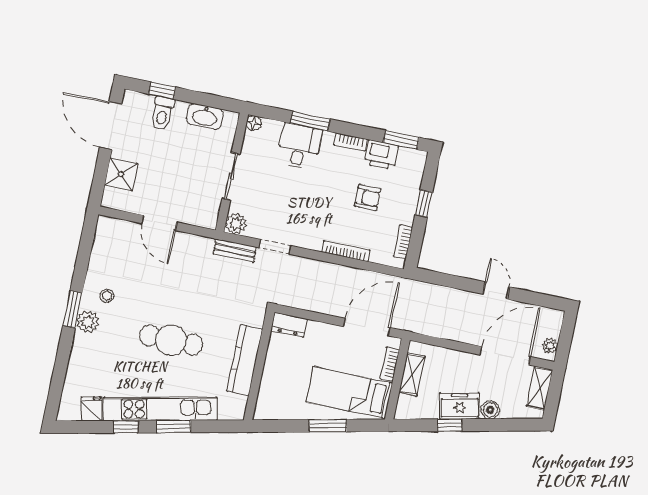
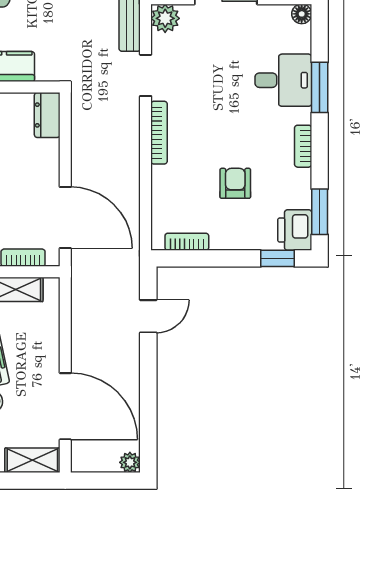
printer: (381, 155) -> (295, 230), moved
armchair: (368, 197) -> (235, 183), turned 180
window: (424, 203) -> (278, 258), moved
bookcase: (346, 251) -> (159, 133), moved
door: (496, 290) -> (148, 316), moved
plant: (550, 346) -> (130, 462), moved

